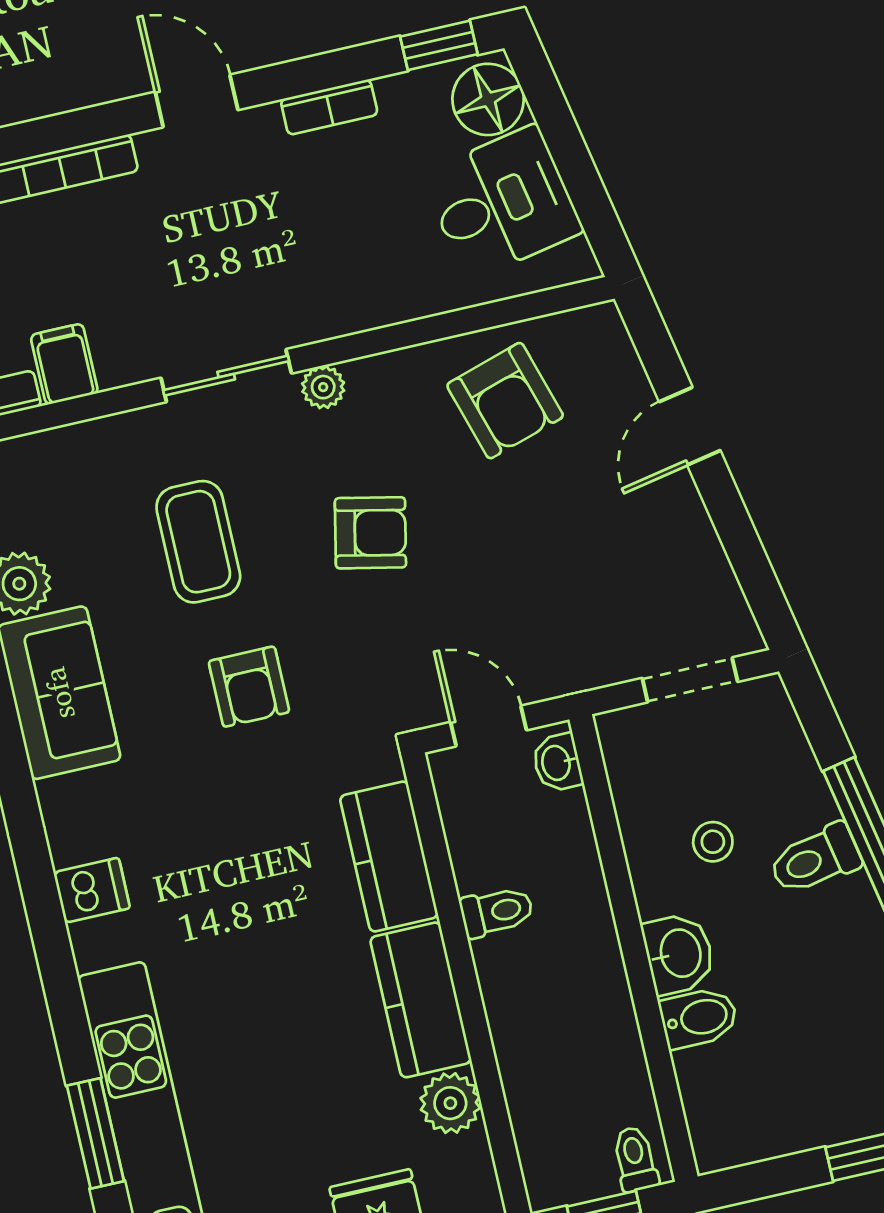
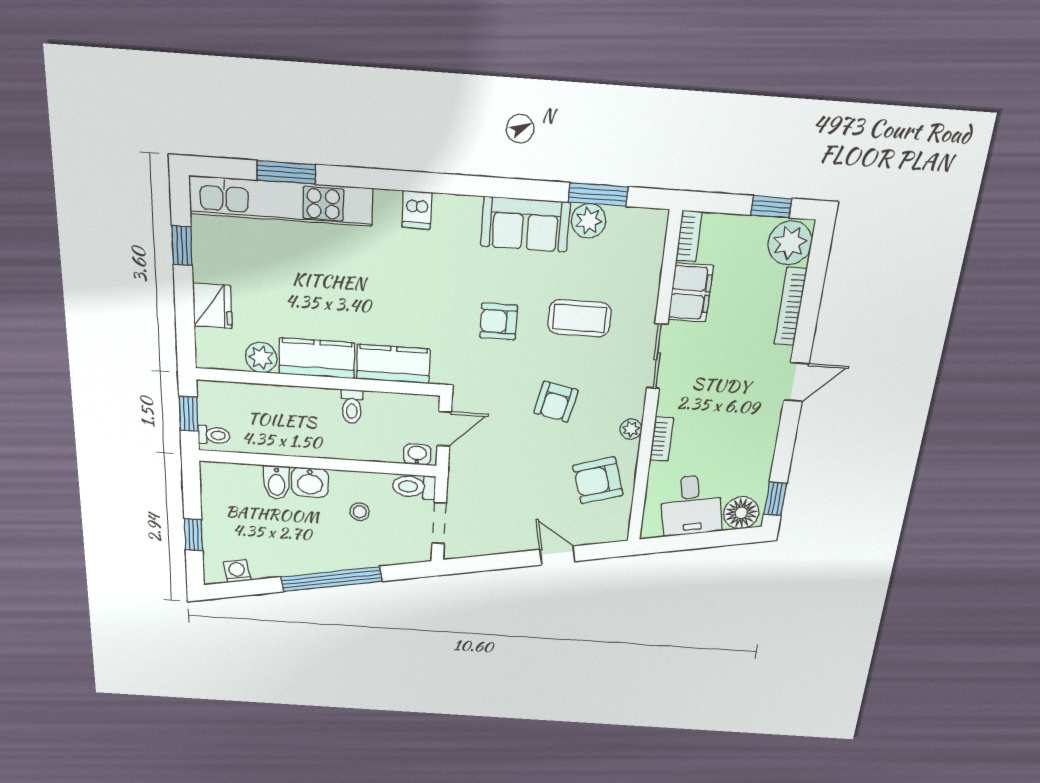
bookcase: (329, 107) -> (662, 439), moved, turned 180
filing cabinet: (64, 364) -> (691, 293), width x2.00
plant: (323, 387) -> (631, 429), moved
toilet: (815, 859) -> (414, 487), moved, turned -79

